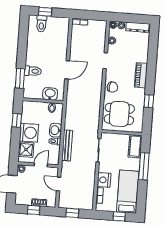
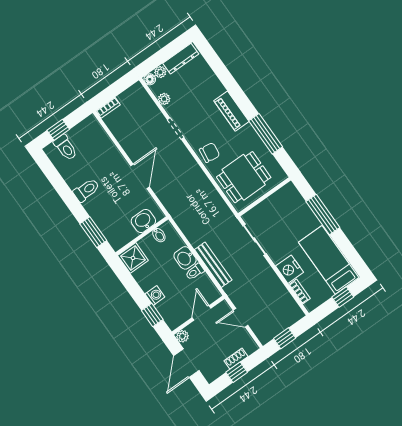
toilet: (33, 71) -> (86, 190), moved
window: (149, 101) -> (266, 134), width x2.17
window: (17, 120) -> (152, 315), moved
washing machine: (29, 133) -> (155, 296), width x0.53, depth x0.53
cot: (135, 146) -> (293, 200), removed
shower: (26, 150) -> (133, 258), moved

